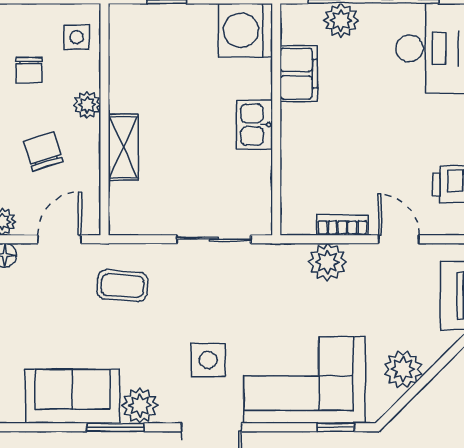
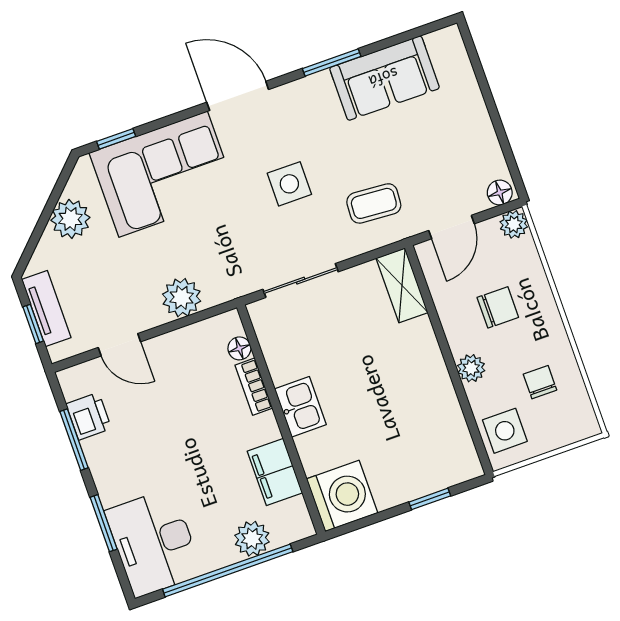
side table: (77, 37) -> (505, 431), width x1.37, depth x1.37
shelving: (123, 147) -> (402, 285), moved
chair: (43, 151) -> (498, 307), turned -72
floor lamp: (291, 197) -> (239, 348), added
bookcase: (342, 225) -> (254, 387), moved, turned 90
side table: (208, 360) -> (289, 184), moved
plant: (140, 406) -> (315, 92), removed

